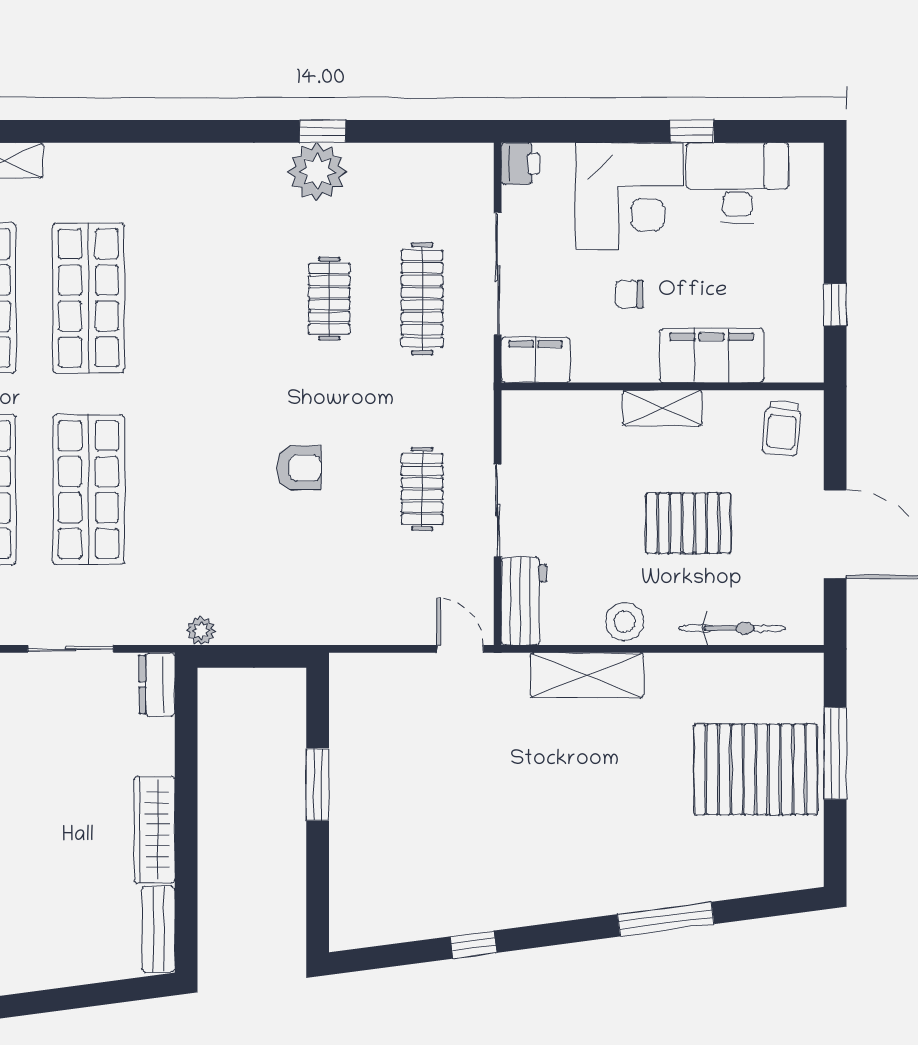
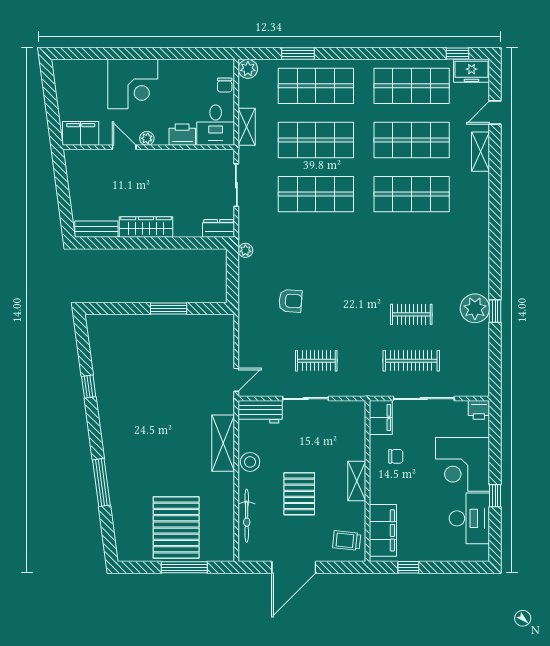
chair: (629, 294) -> (396, 456), moved, turned 90
filing cabinet: (712, 356) -> (383, 530), moved
armchair: (299, 468) -> (290, 301), moved, turned -86

